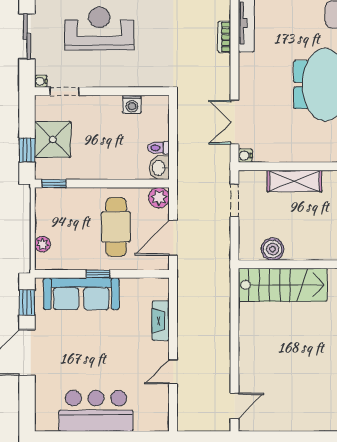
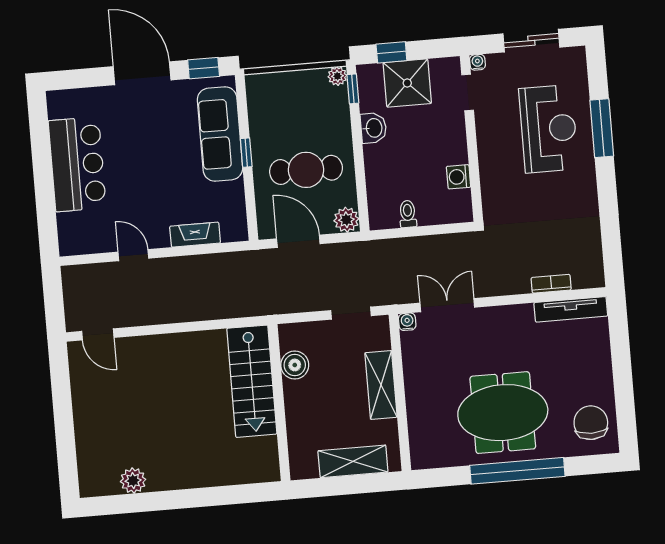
washbasin: (159, 168) -> (373, 128), moved, turned 90
plant: (42, 244) -> (337, 76), moved

